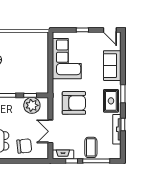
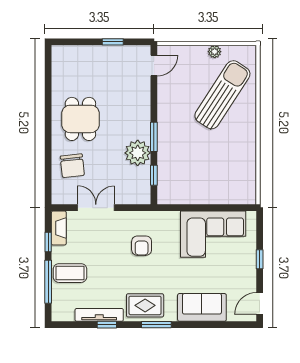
armchair: (74, 103) -> (142, 246), width x0.53, depth x0.53
plant: (32, 105) -> (138, 153), moved

